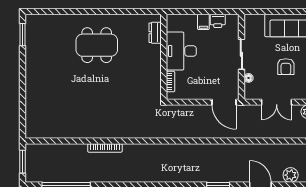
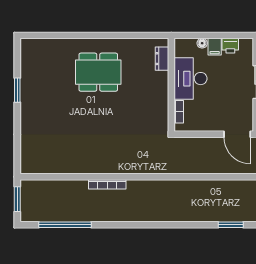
floor lamp: (192, 19) -> (202, 43), added
window: (22, 35) -> (17, 90), moved

